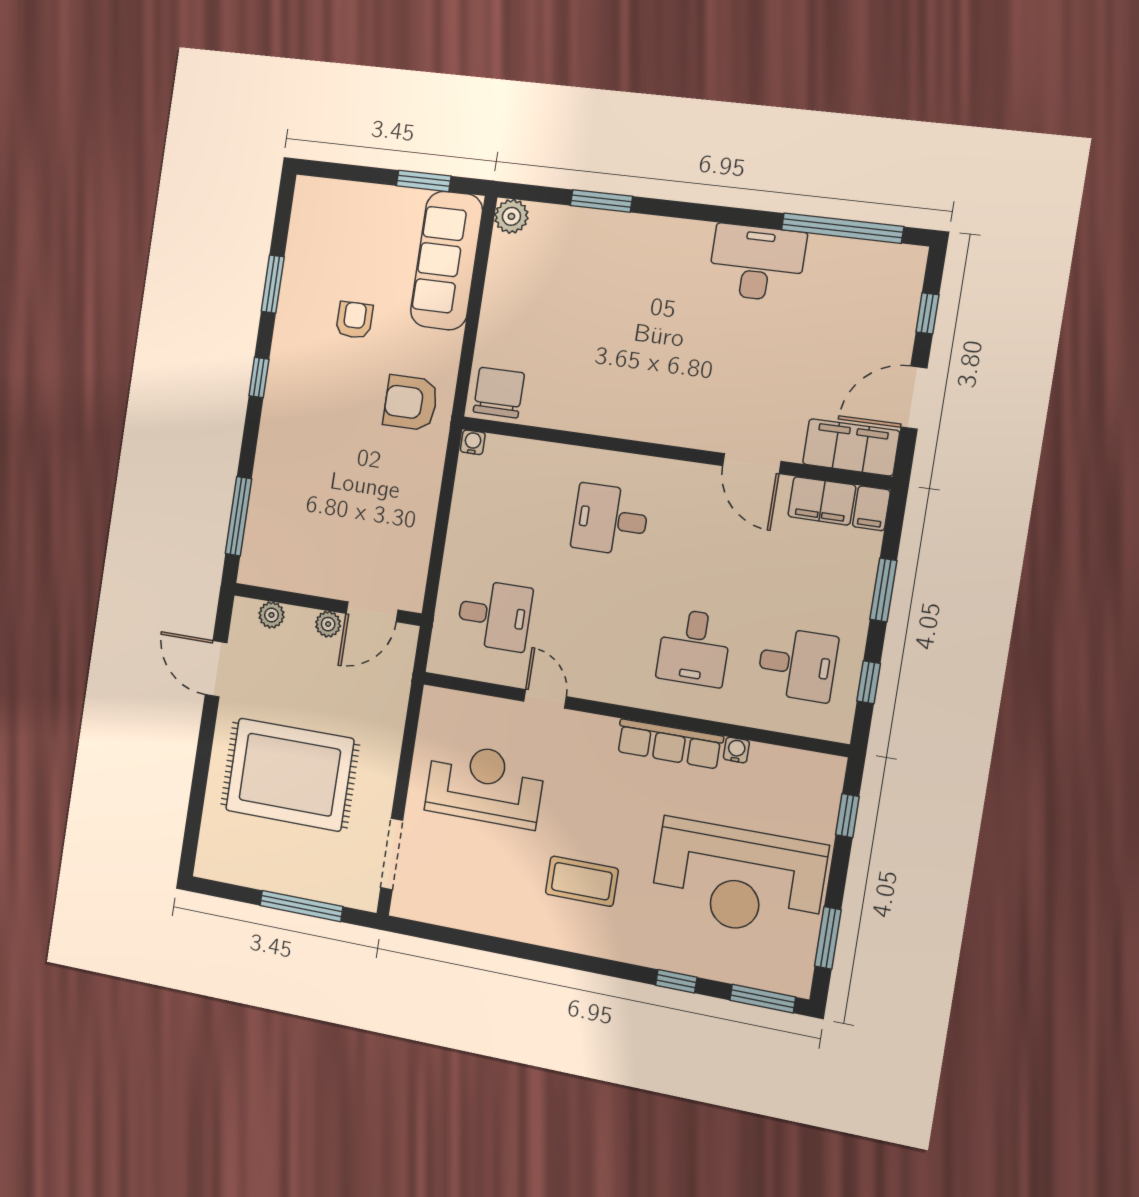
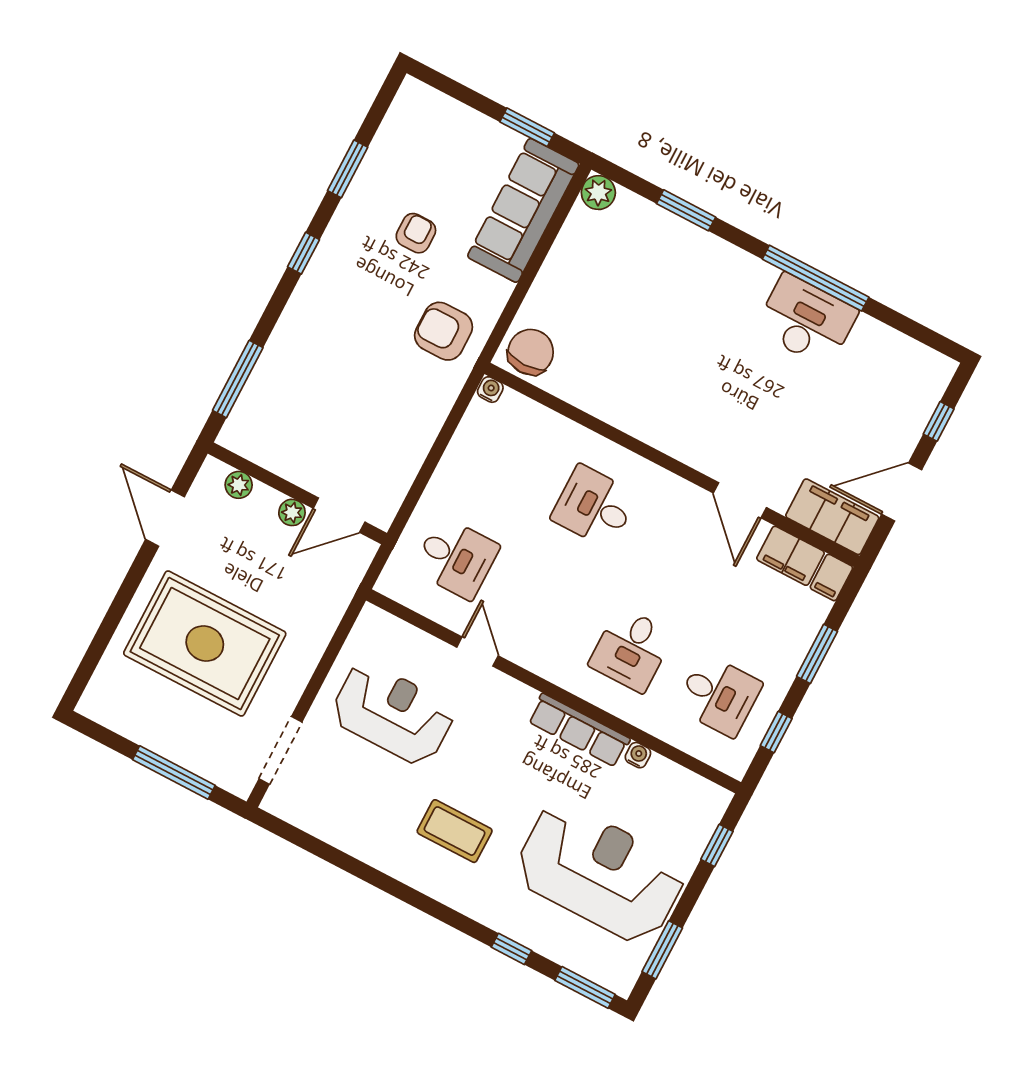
window: (842, 228) -> (816, 278), moved
reception desk: (739, 879) -> (600, 873), turned 180

